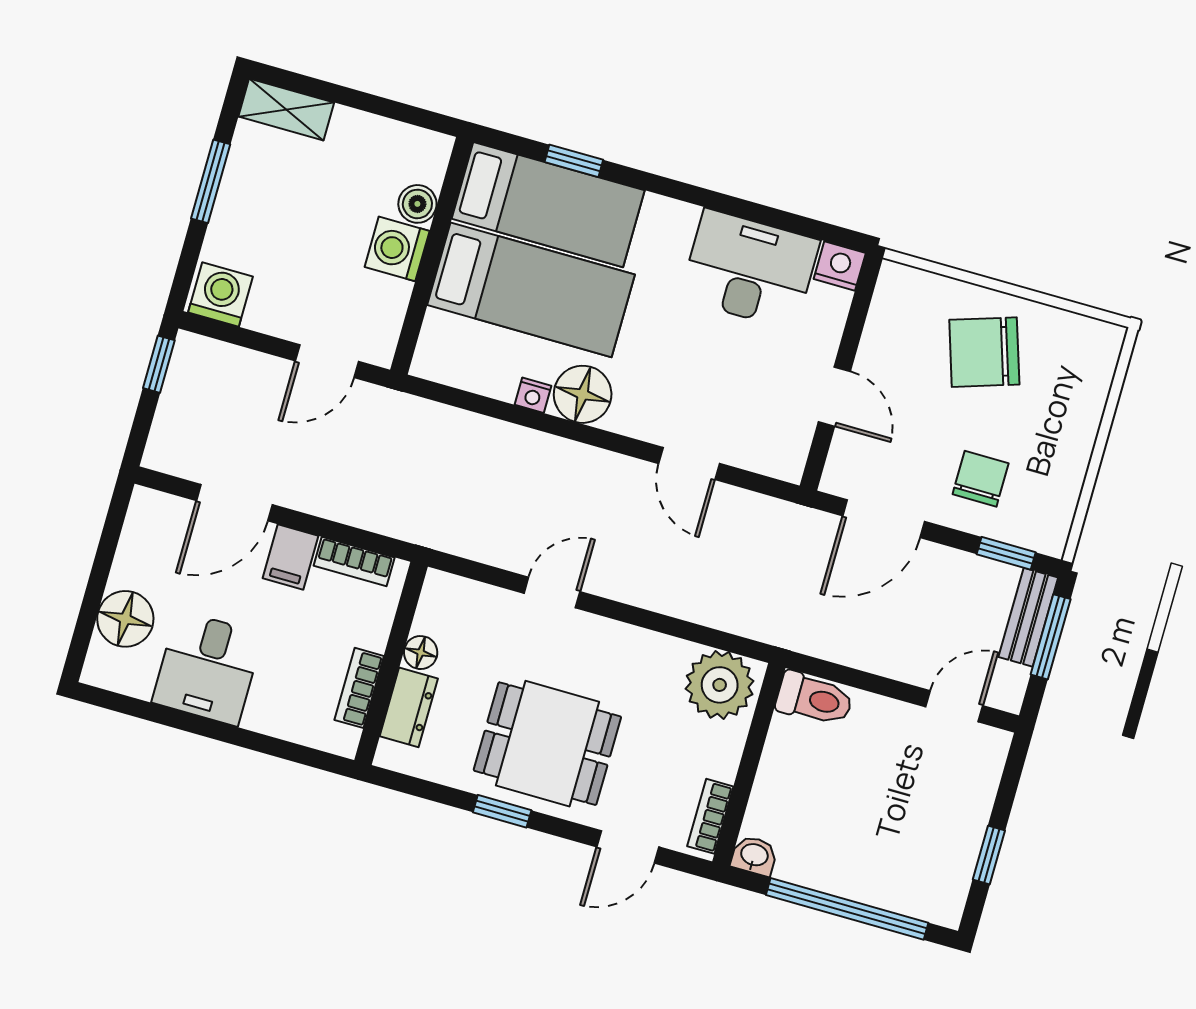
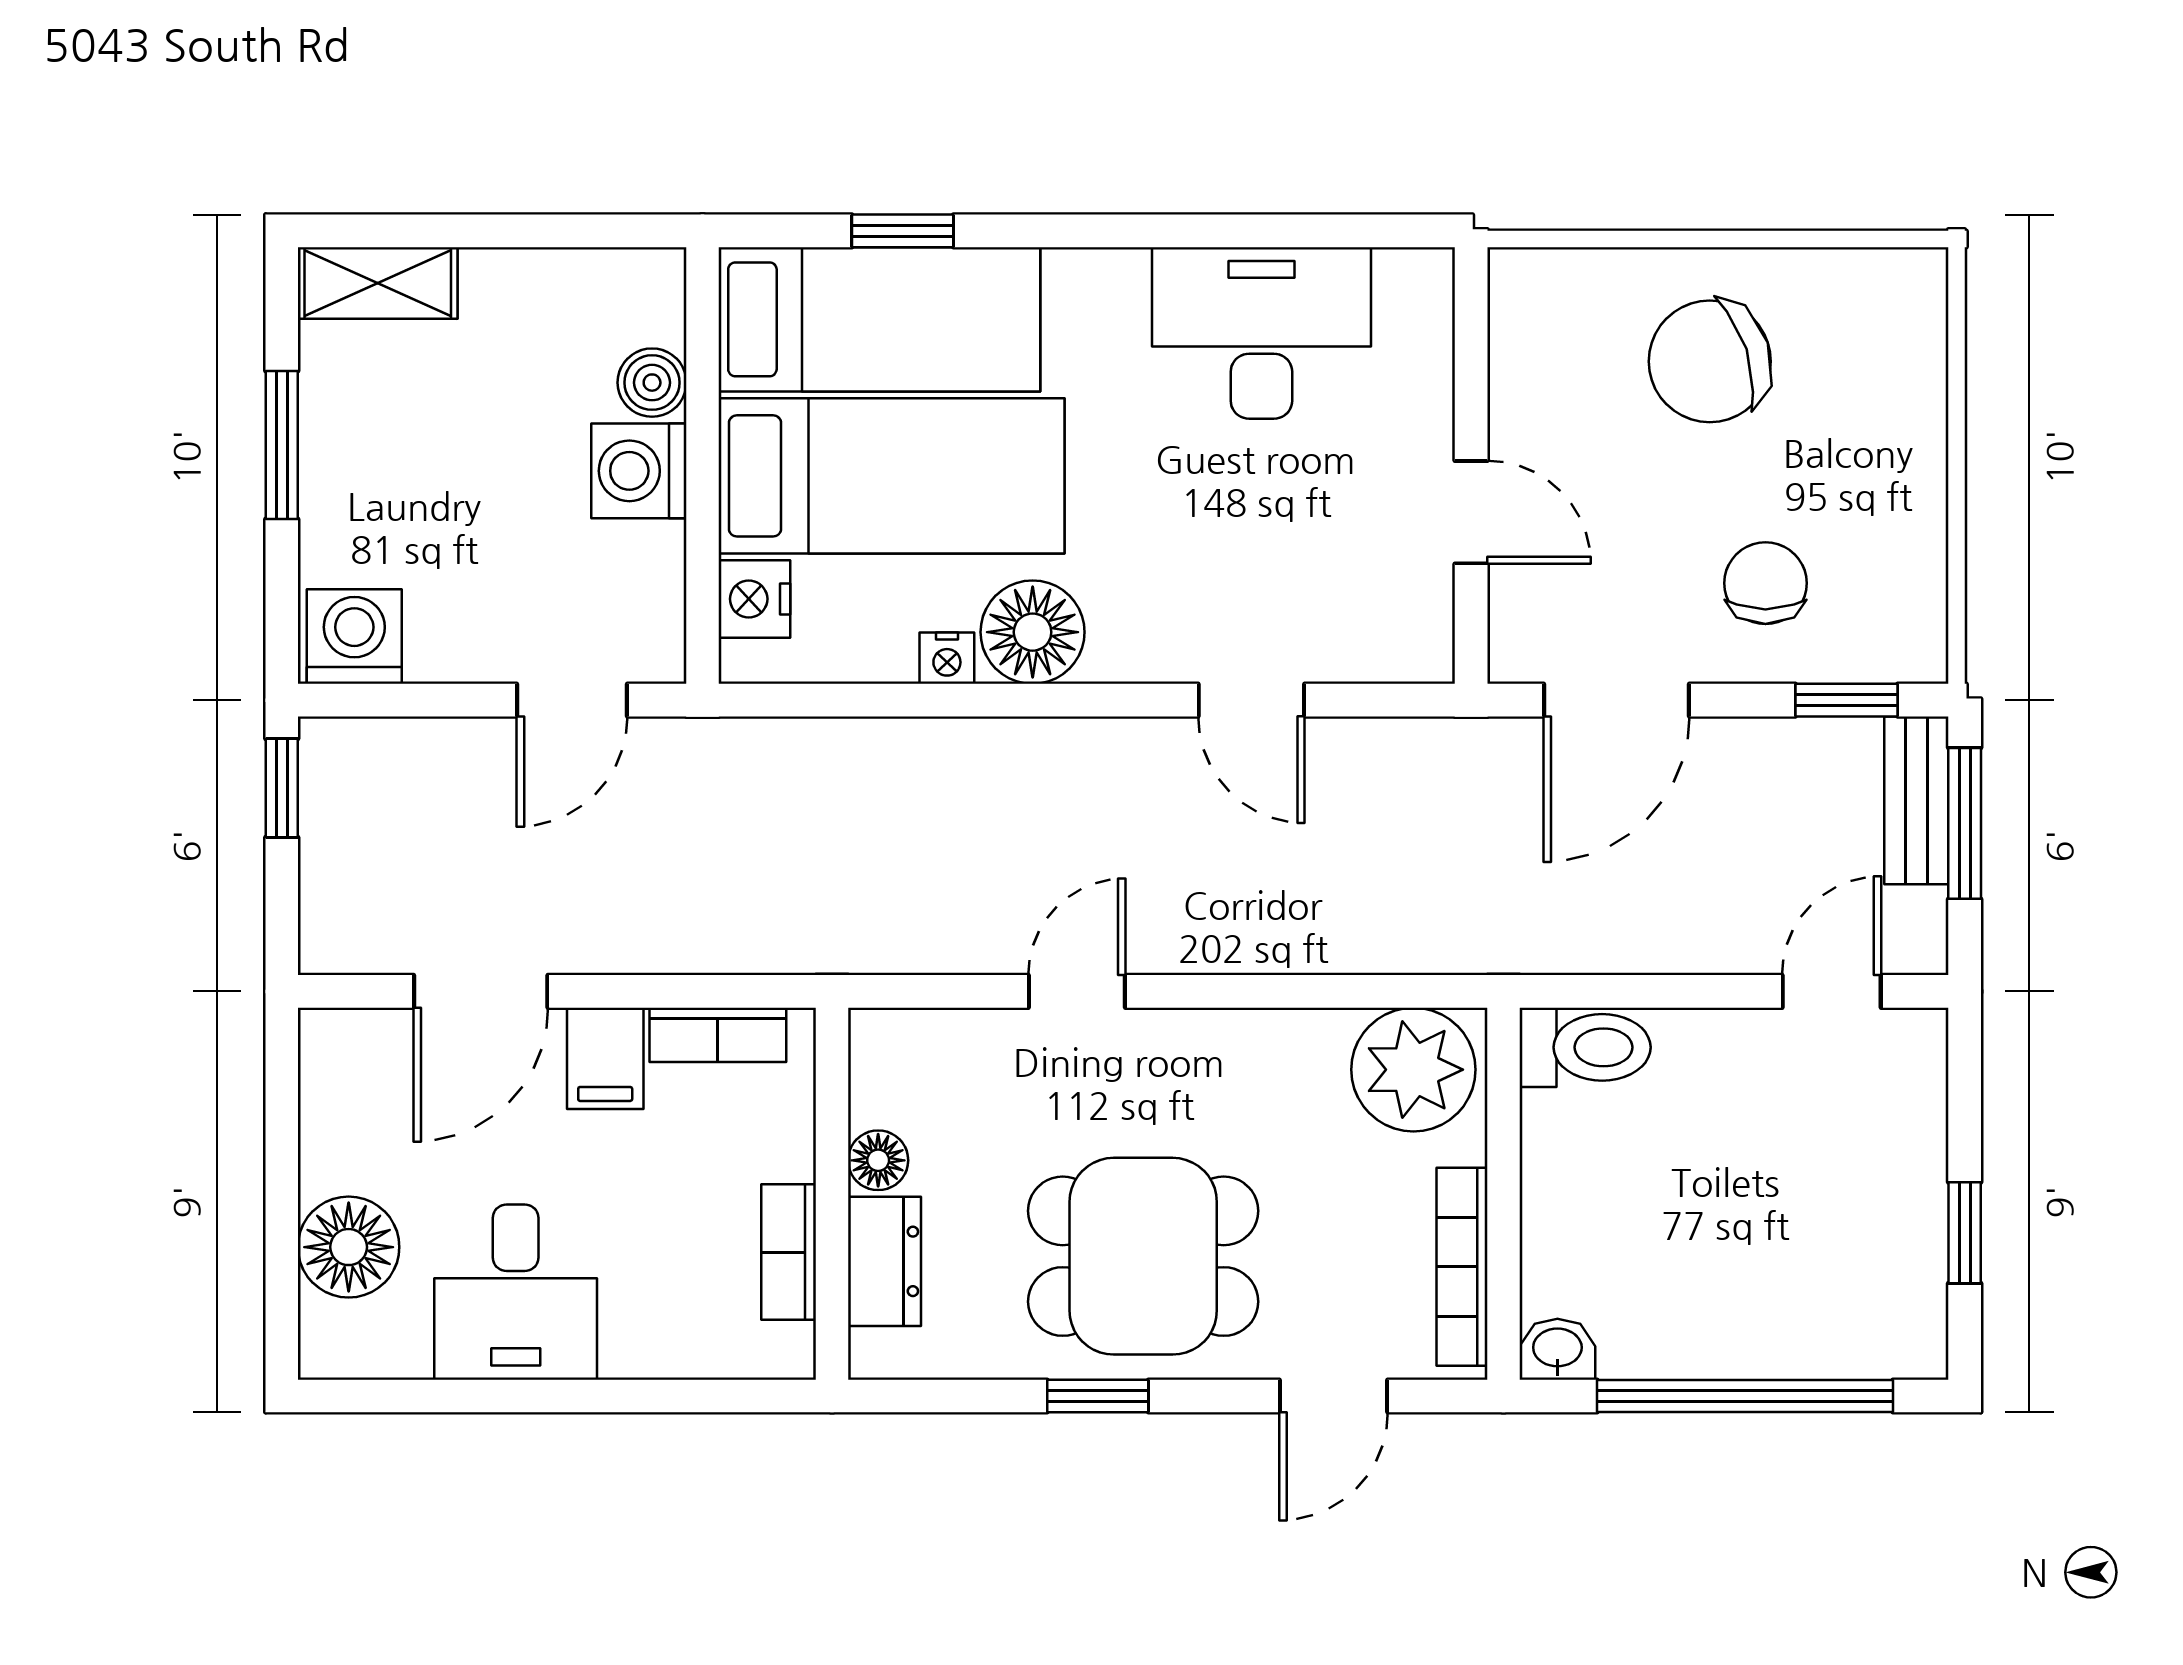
nightstand: (840, 266) -> (754, 599), moved, turned -90
bookcase: (710, 816) -> (1462, 1267), width x1.56

